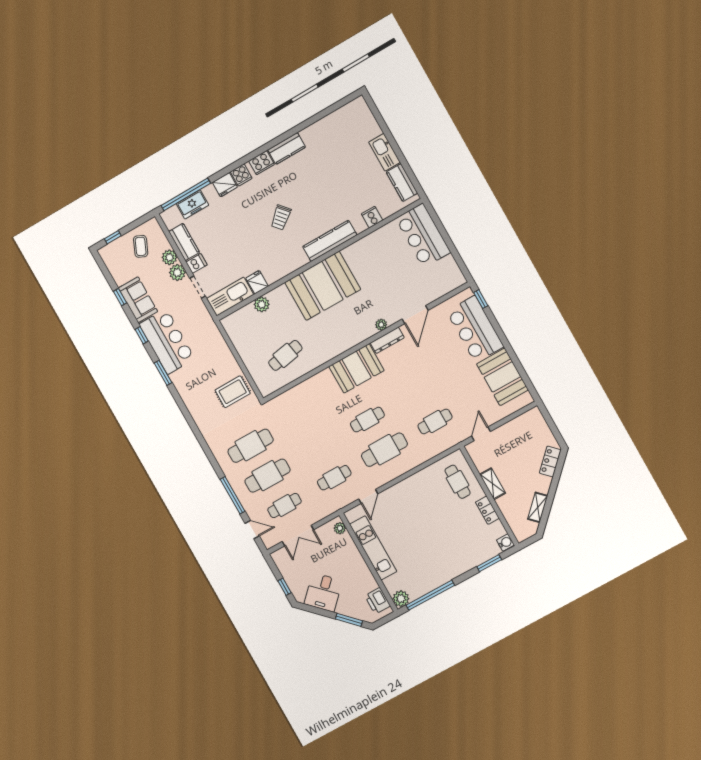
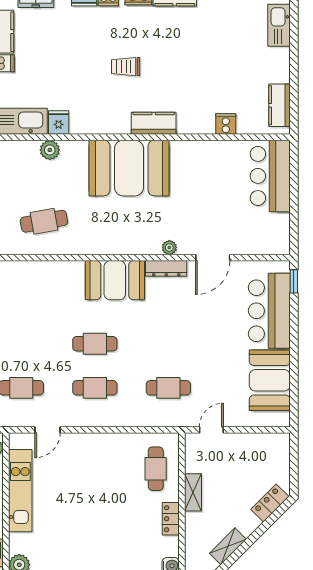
kitchen sink: (384, 152) -> (279, 25), moved
trolley: (281, 217) -> (126, 67), turned 41
kitchen counter: (330, 241) -> (154, 123), width x0.67
cafe table: (384, 450) -> (95, 388), width x0.73, depth x0.74

